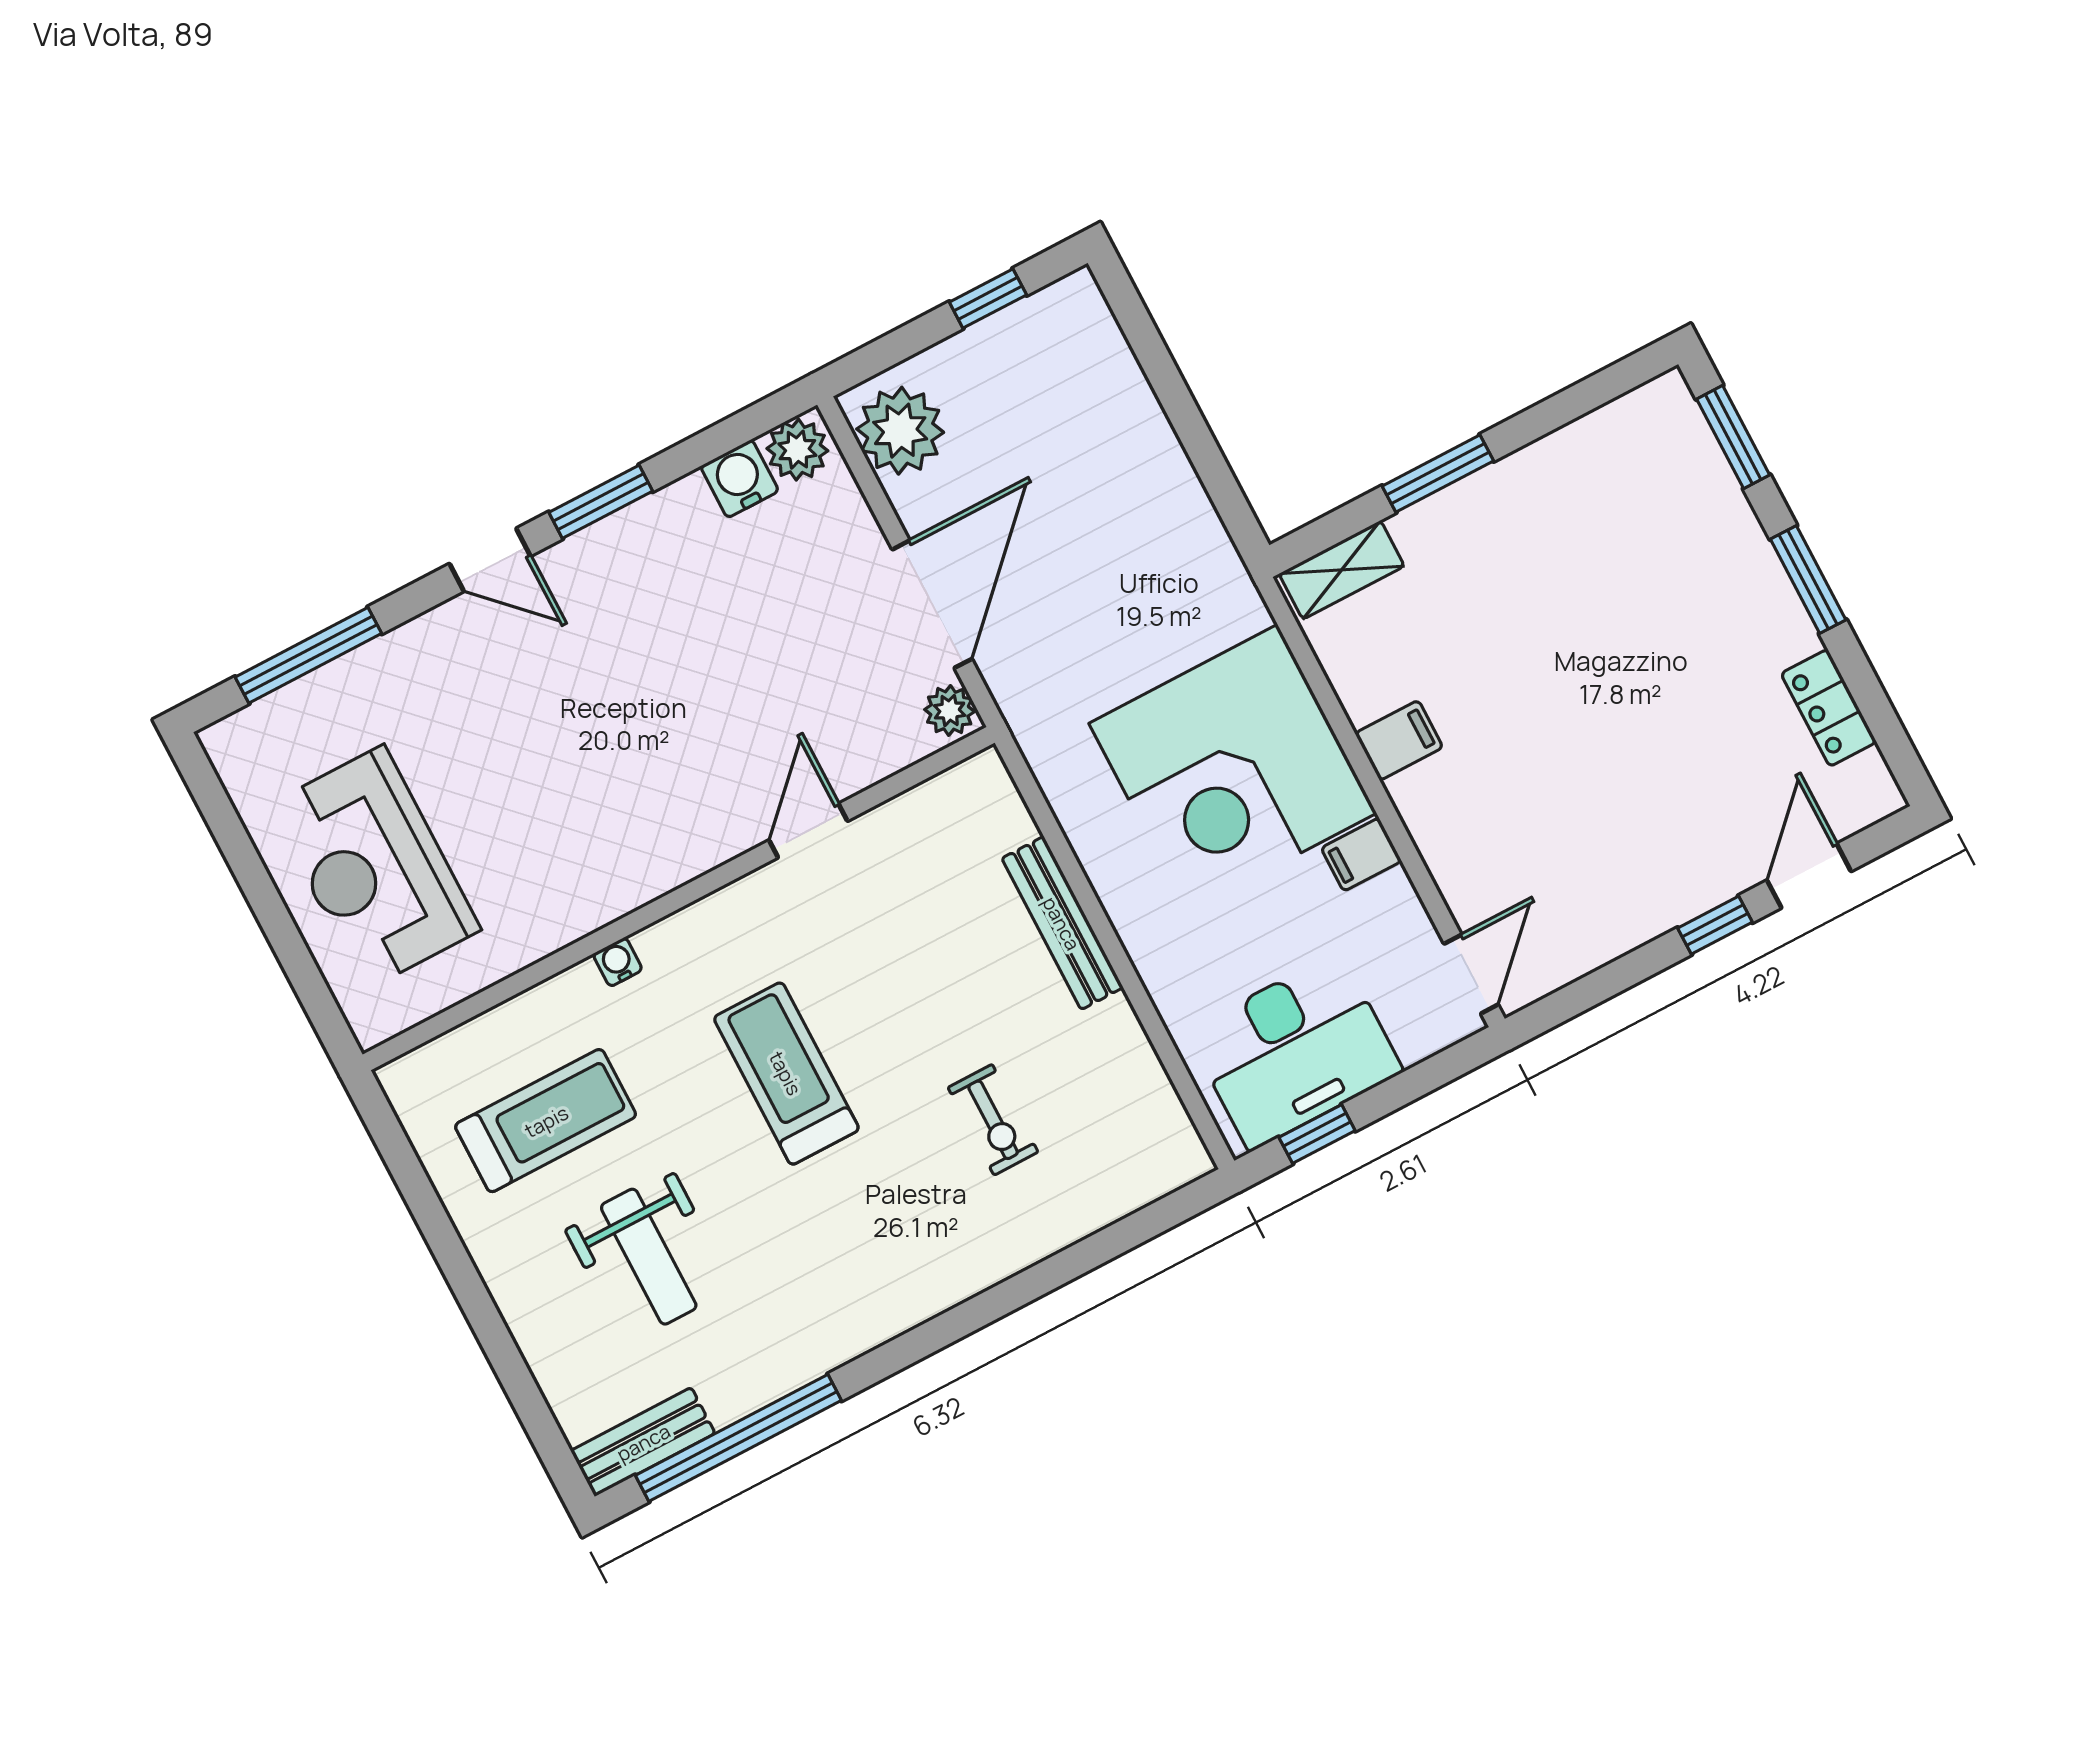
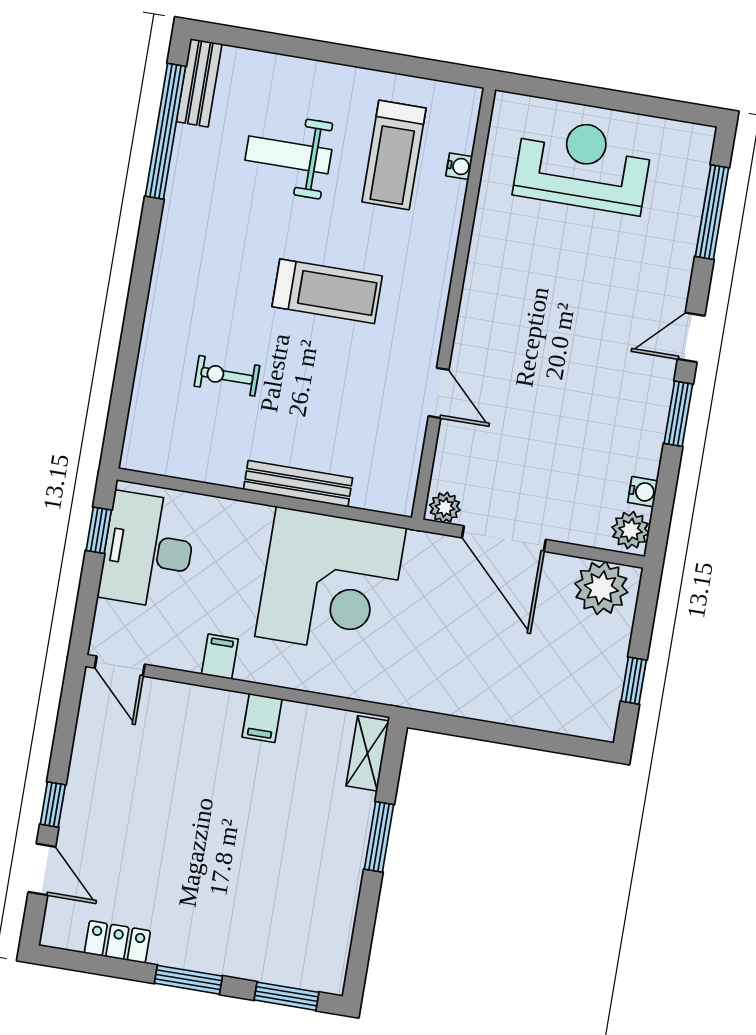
water cooler: (740, 479) -> (643, 492), width x0.72, depth x0.72
corner desk: (1233, 768) -> (331, 582), moved, turned 180
water cooler: (618, 962) -> (459, 166), moved

